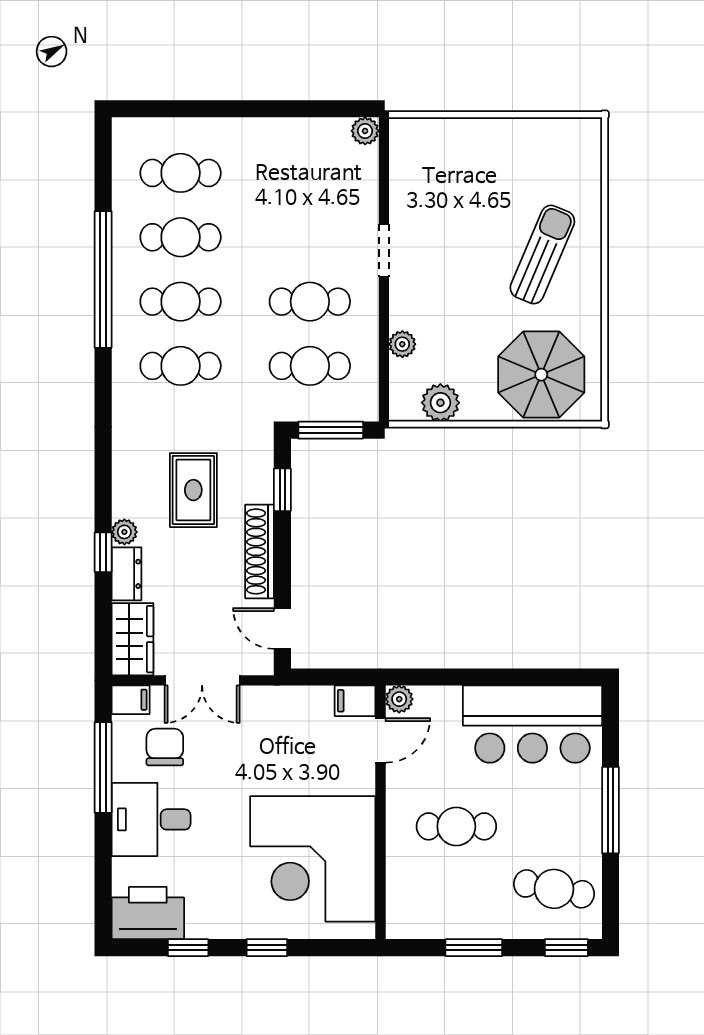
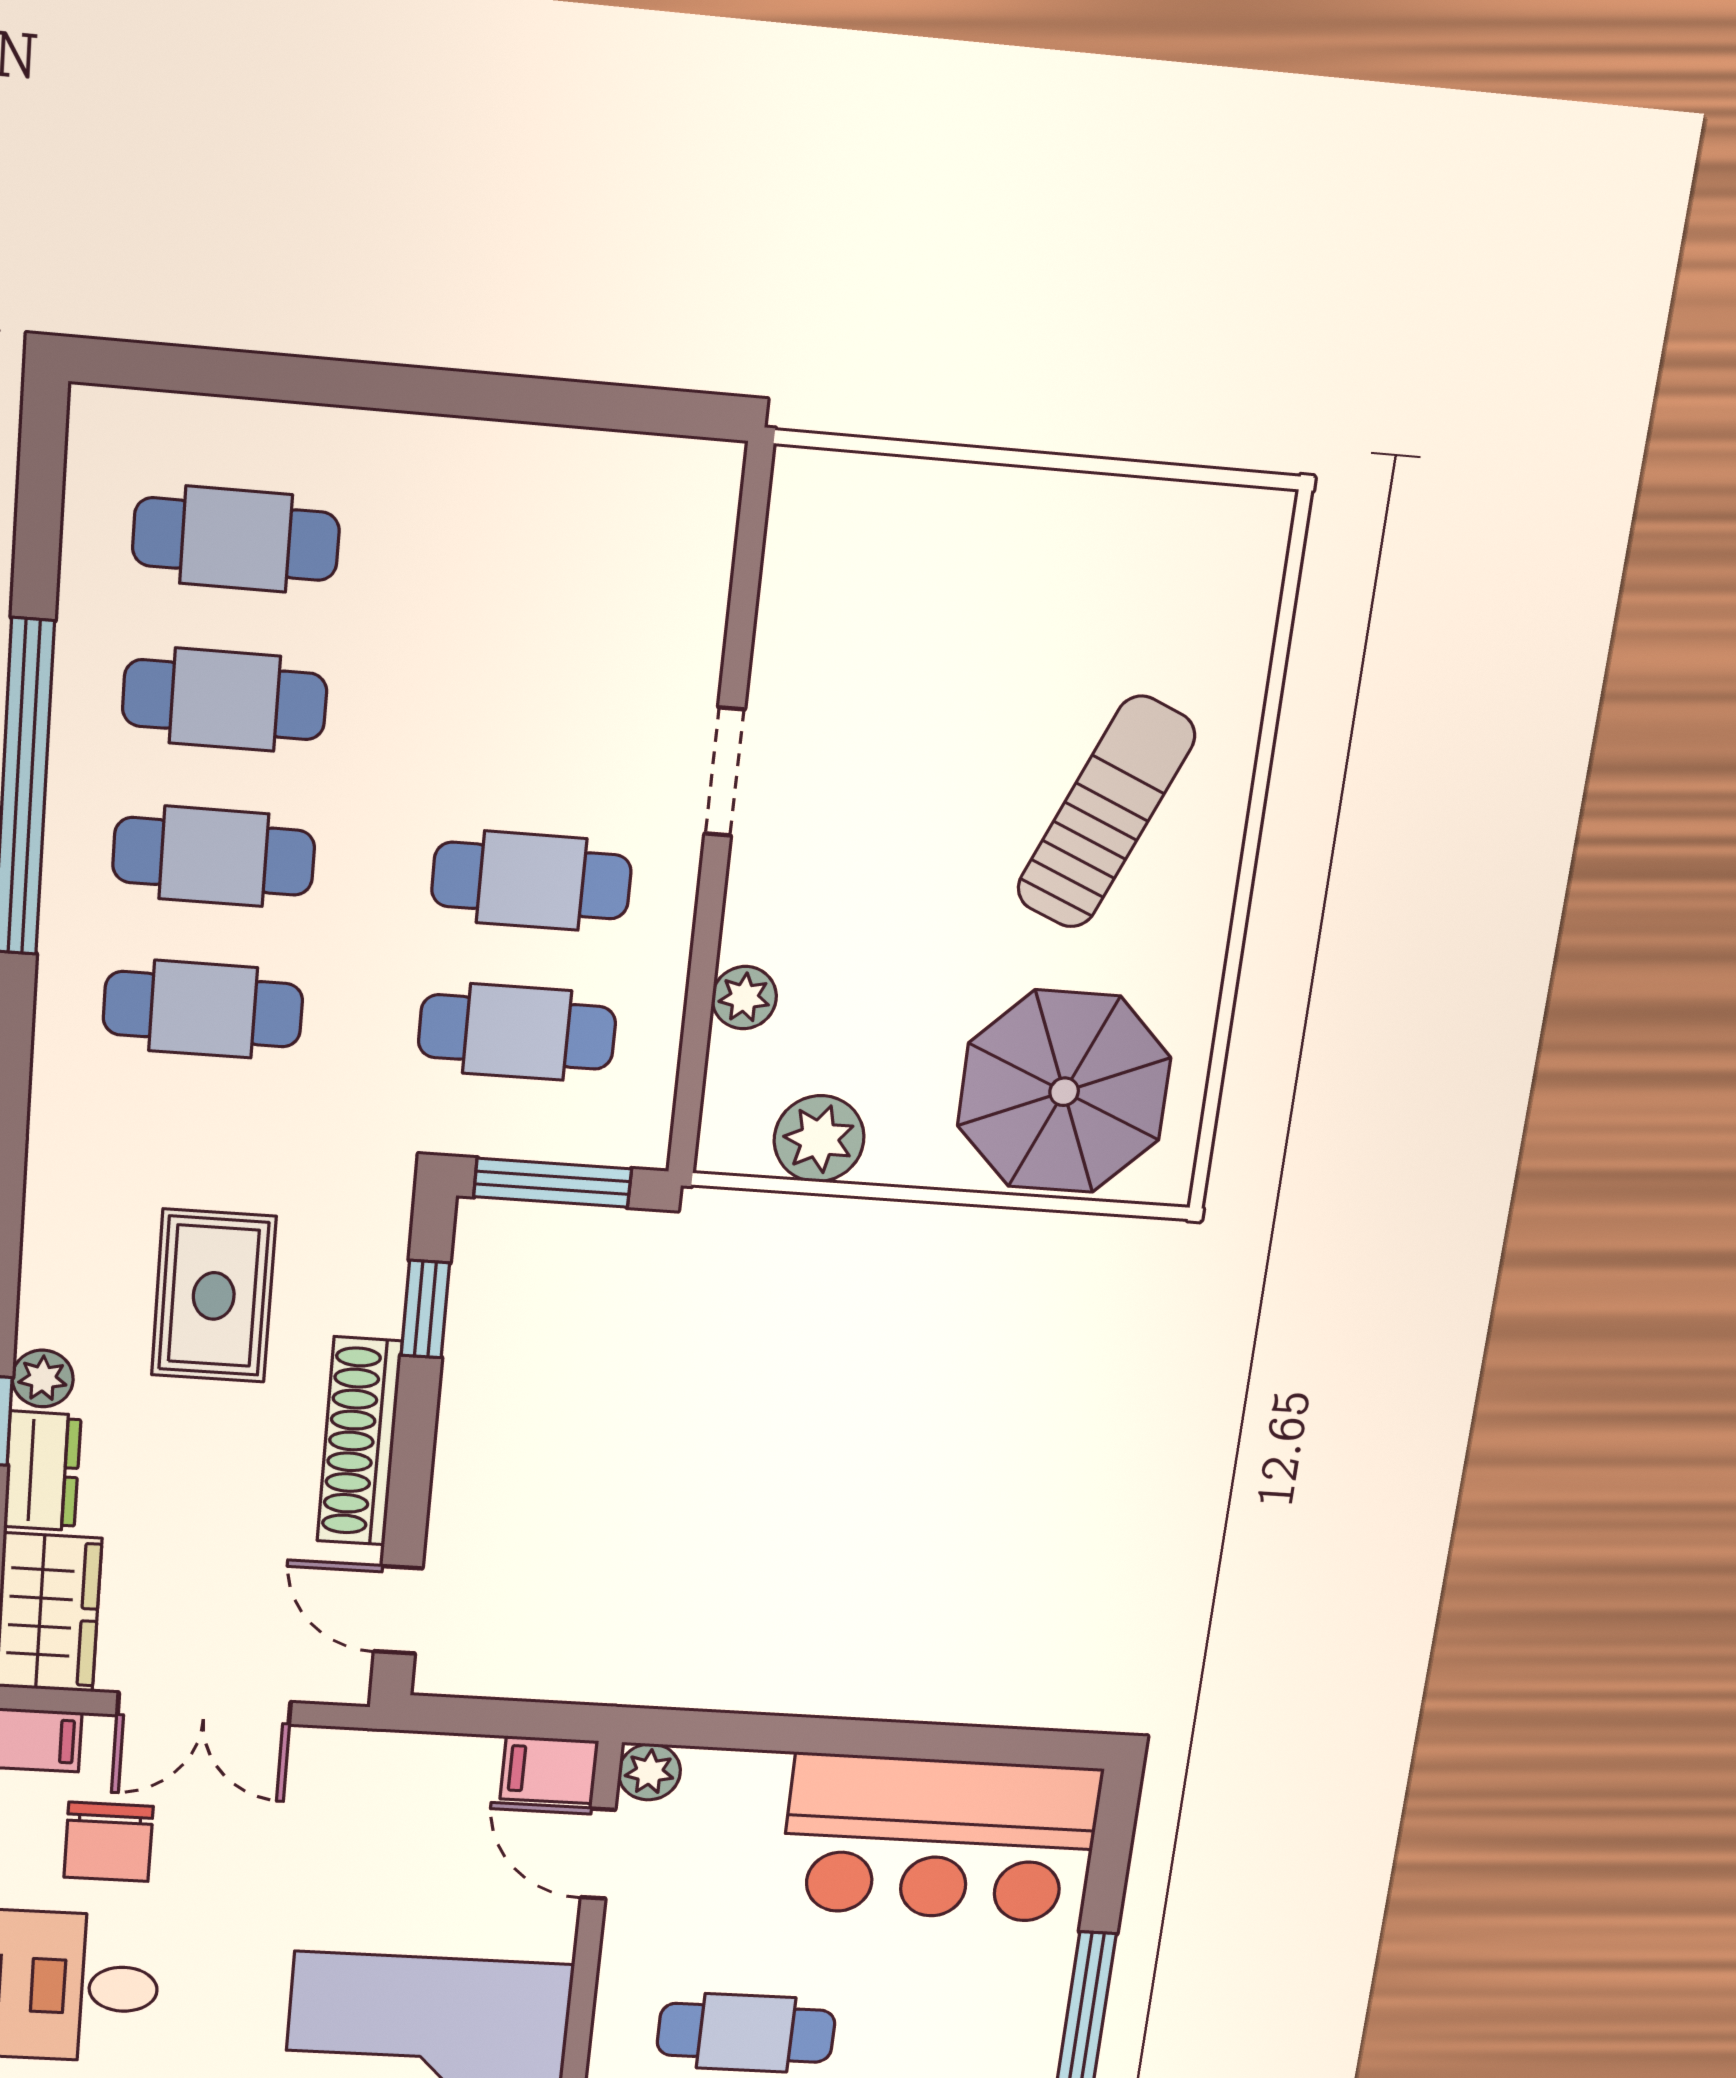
plant: (365, 131) -> (710, 473), removed
door: (380, 740) -> (598, 1854), swing flipped
chair: (165, 747) -> (109, 1842), turned 180

